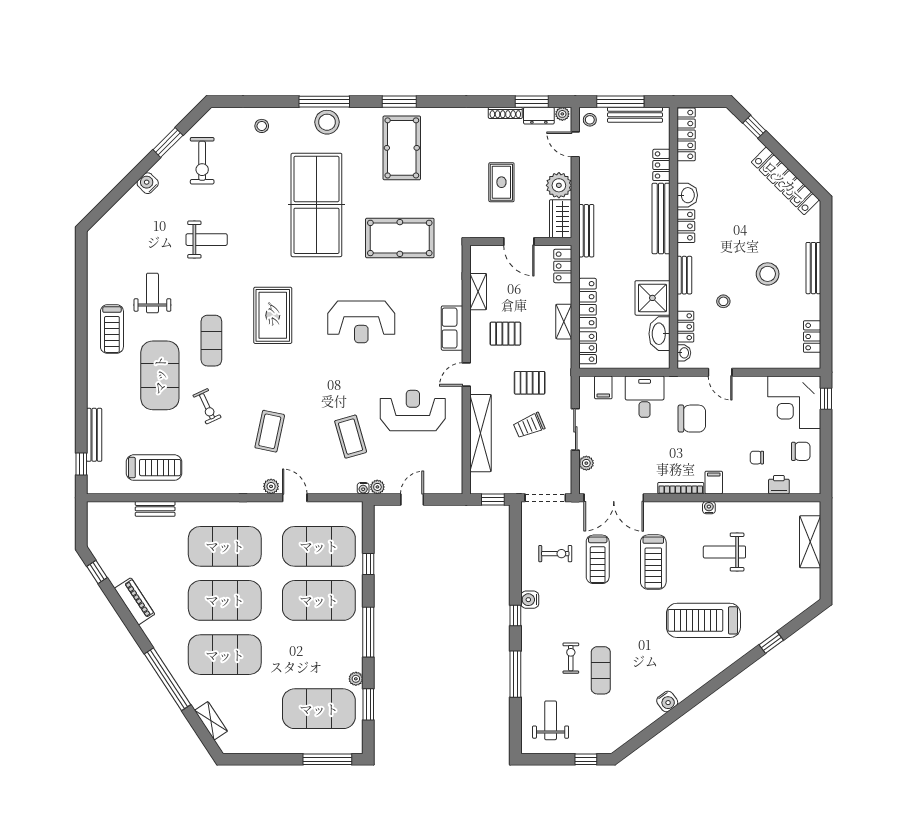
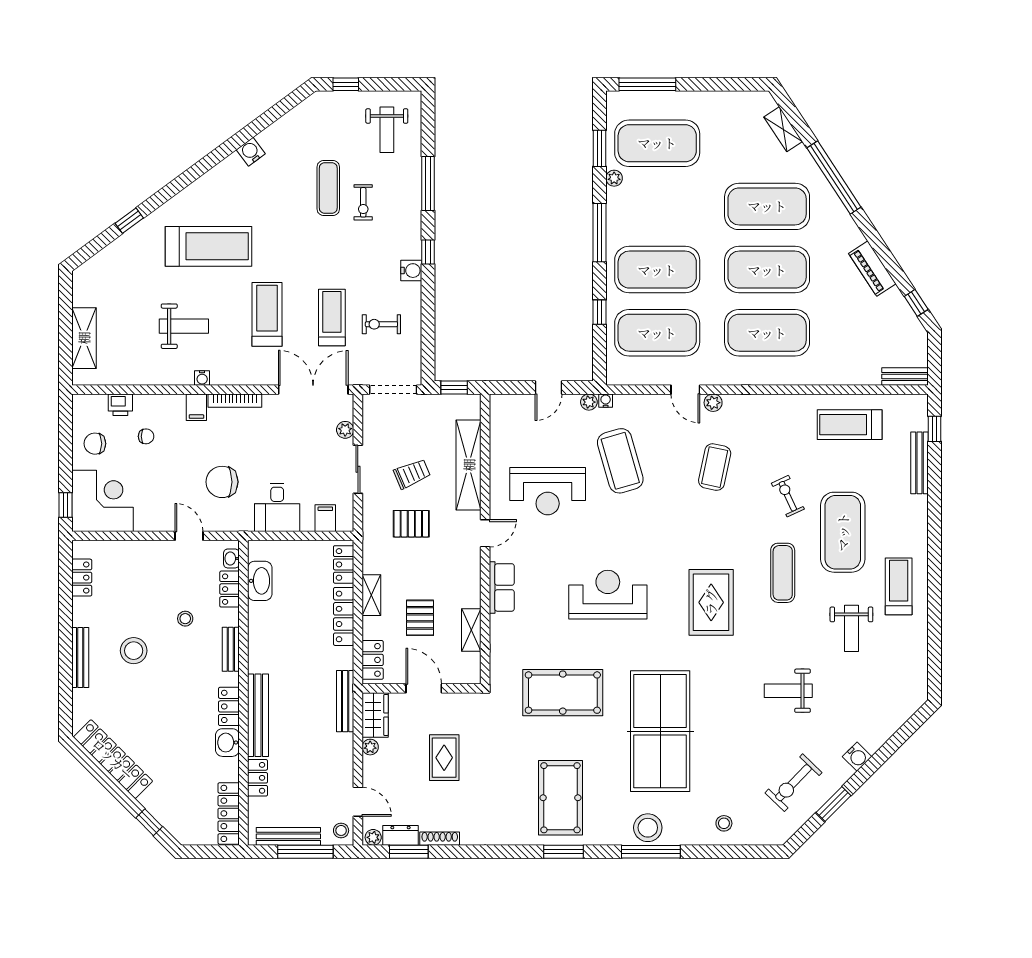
exercise bike: (202, 161) -> (793, 783), turned -136
plant: (559, 185) -> (370, 747), width x0.53, depth x0.53
shower: (652, 298) -> (268, 623), removed
pallet: (505, 334) -> (420, 618), moved, turned 90
coffee table: (351, 437) -> (620, 461), width x1.36, depth x1.32
bench: (155, 509) -> (905, 376), moved

